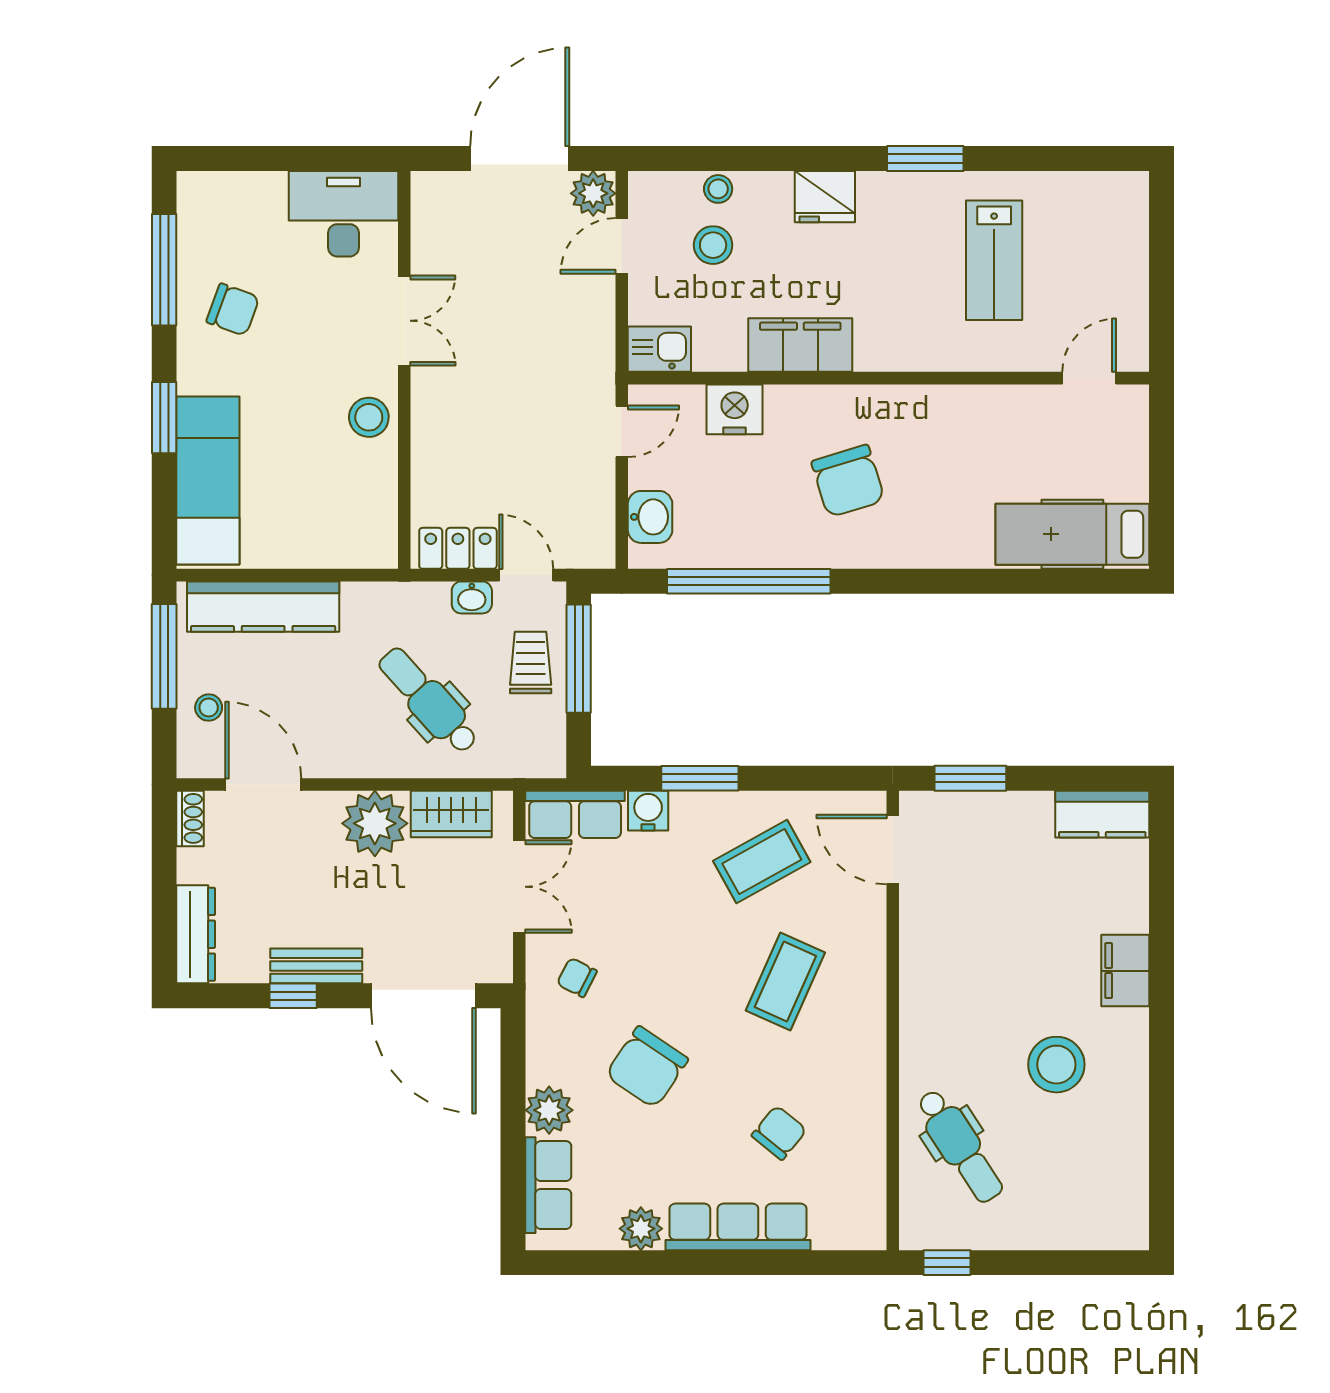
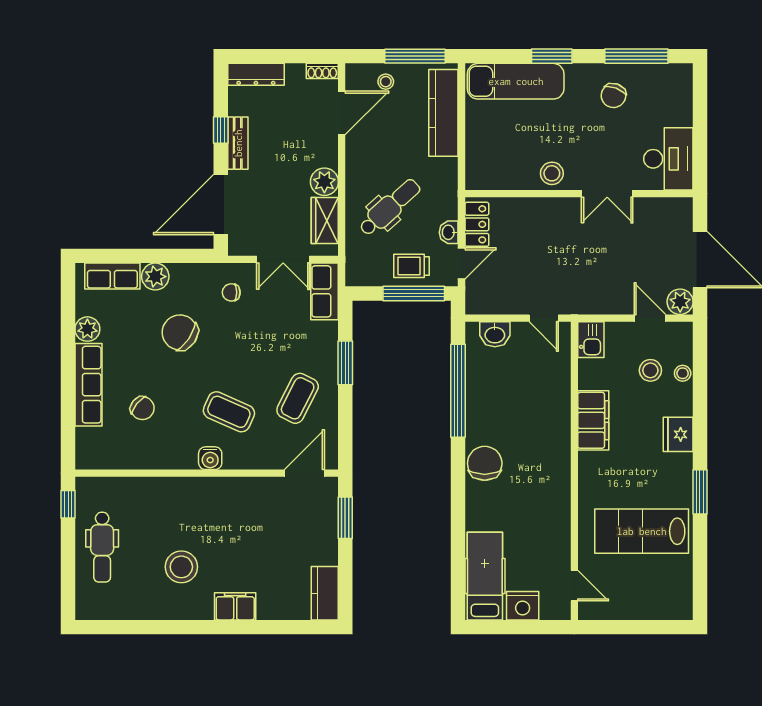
lab bench: (994, 260) -> (642, 531), width x1.36, depth x1.39
nightstand: (735, 409) -> (523, 606), moved, turned 90
chair: (848, 481) -> (485, 463), moved, turned 107
trolley: (531, 663) -> (411, 266), turned 180
water cooler: (648, 811) -> (210, 458), moved, turned 90
plant: (375, 823) -> (324, 182), width x0.73, depth x0.73
coffee table: (762, 862) -> (298, 398), turned 56
chair: (577, 977) -> (231, 292), turned -117
dental chair: (960, 1146) -> (102, 547), moved, turned -57

